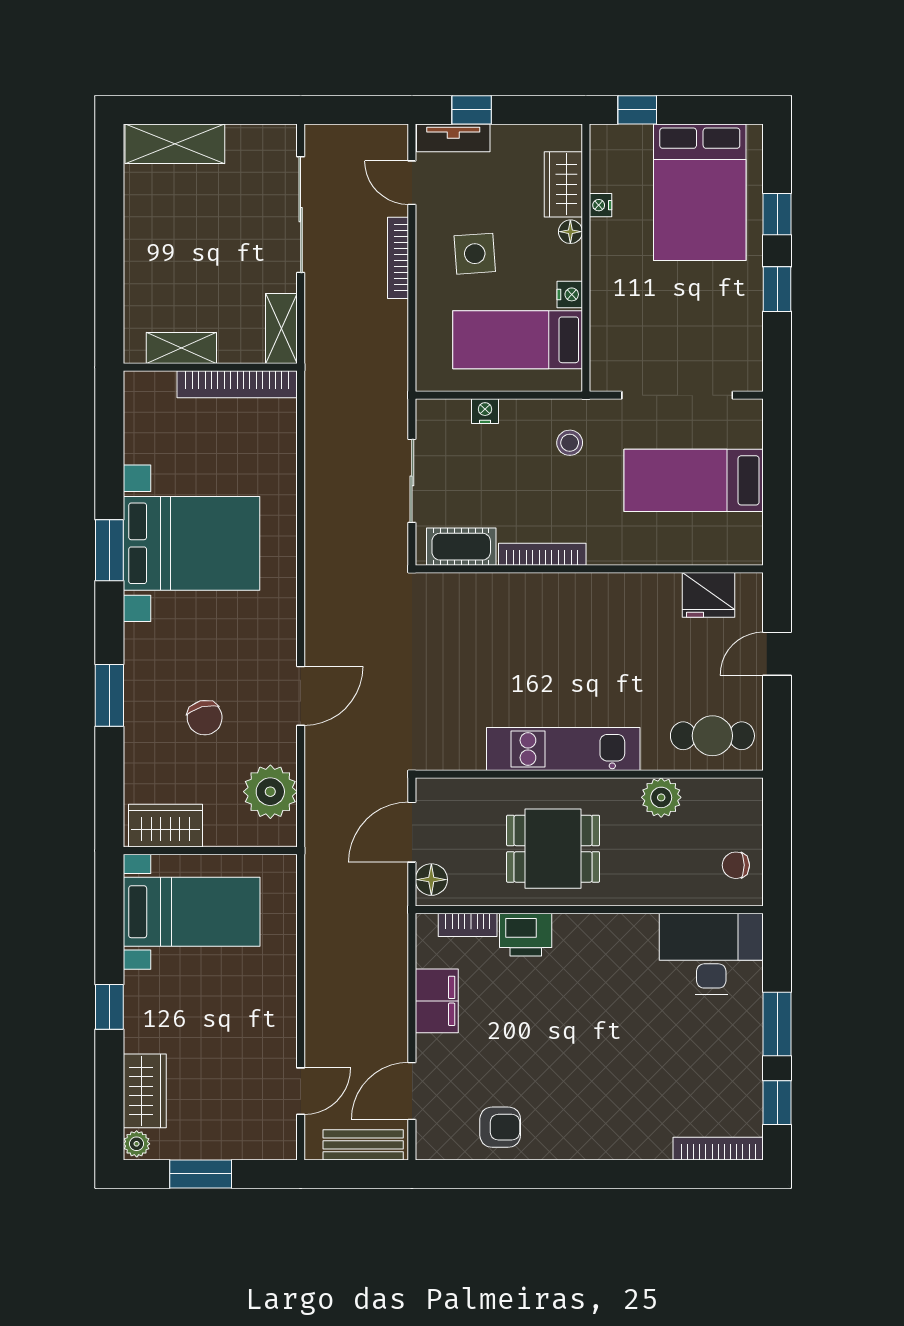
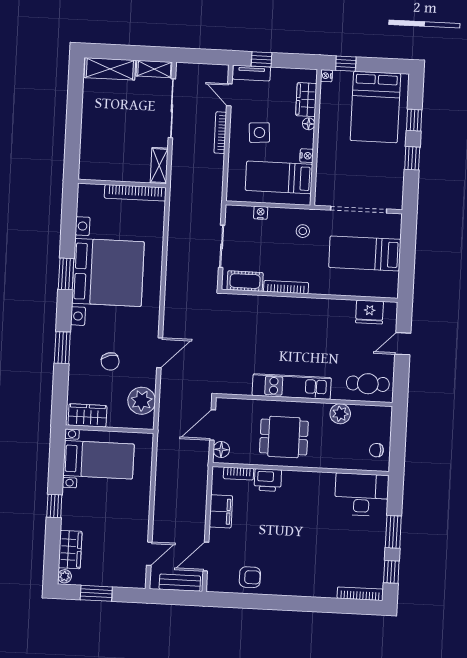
nightstand: (600, 205) -> (326, 76), moved
shelving: (181, 348) -> (154, 69), moved
bed with nightstands: (191, 543) -> (108, 272), width x1.36

